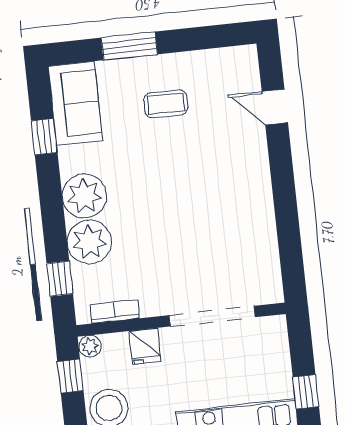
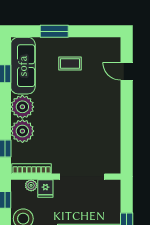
sofa: (75, 103) -> (23, 66), width x1.36
bookcase: (115, 311) -> (32, 169), width x1.56
plant: (90, 346) -> (31, 185), moved

